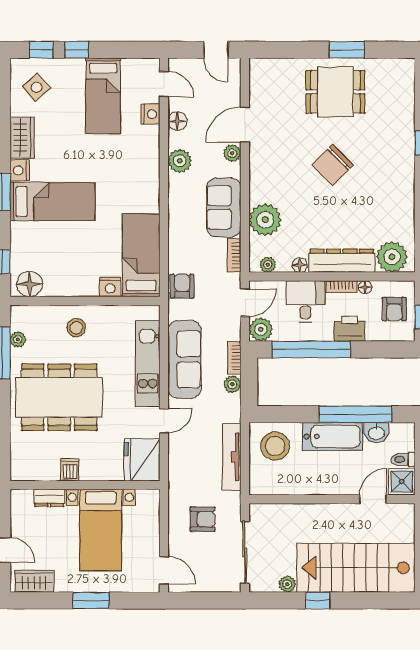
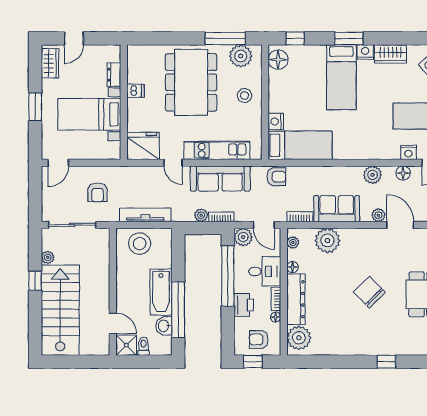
plant: (18, 339) -> (241, 56), width x1.88, depth x1.88
stool: (275, 446) -> (140, 244), moved

